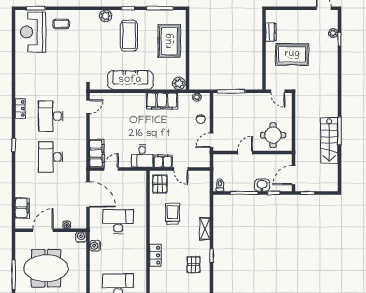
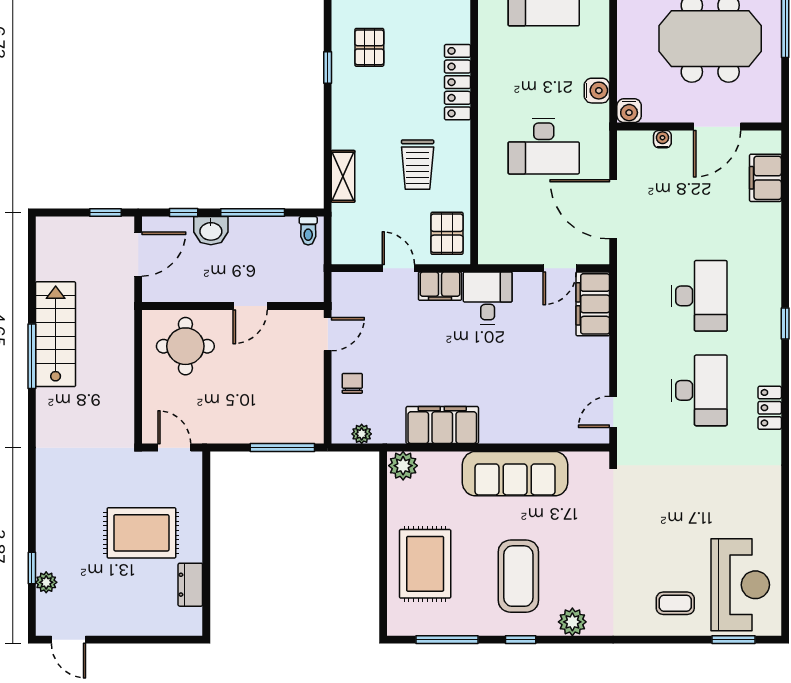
shelving: (205, 229) -> (343, 176), moved
locker: (155, 255) -> (457, 82), width x1.53

